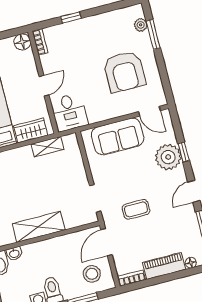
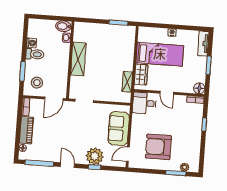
coffee table: (136, 209) -> (68, 125), removed
door: (106, 242) -> (54, 99), swing flipped

